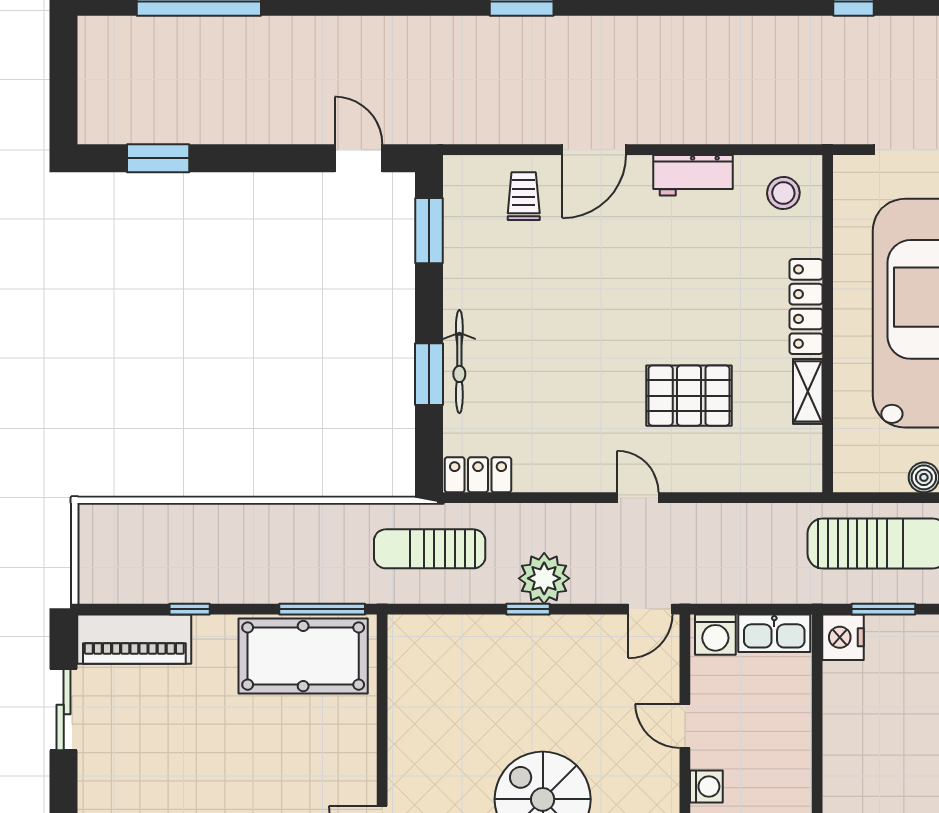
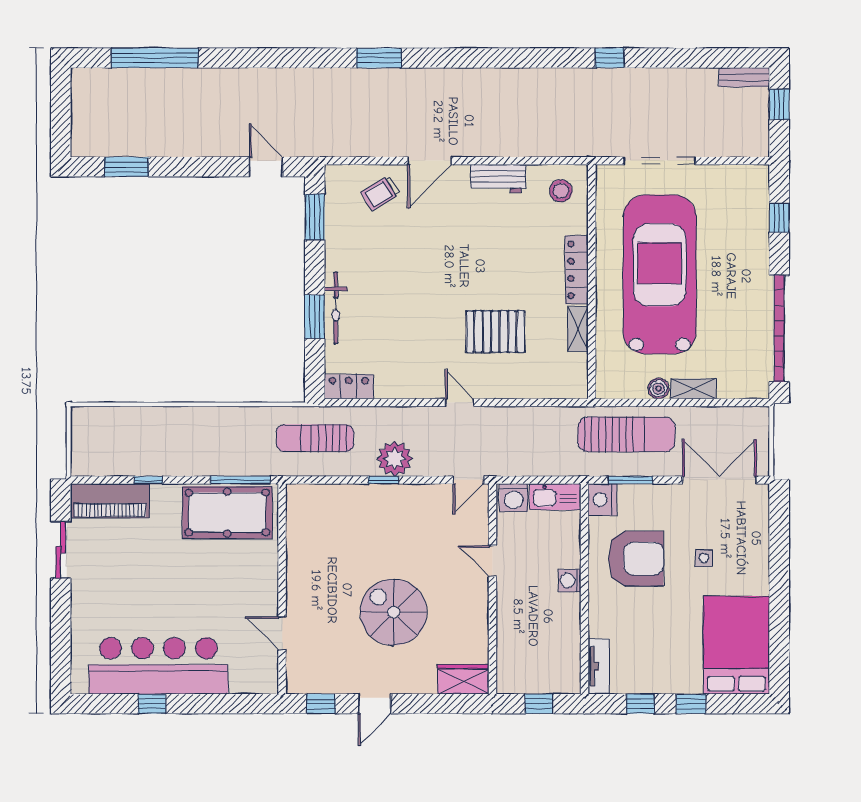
trolley: (524, 196) -> (380, 193), turned -121
armchair: (891, 722) -> (636, 559), added
washing machine: (706, 787) -> (570, 581), moved, turned 180

